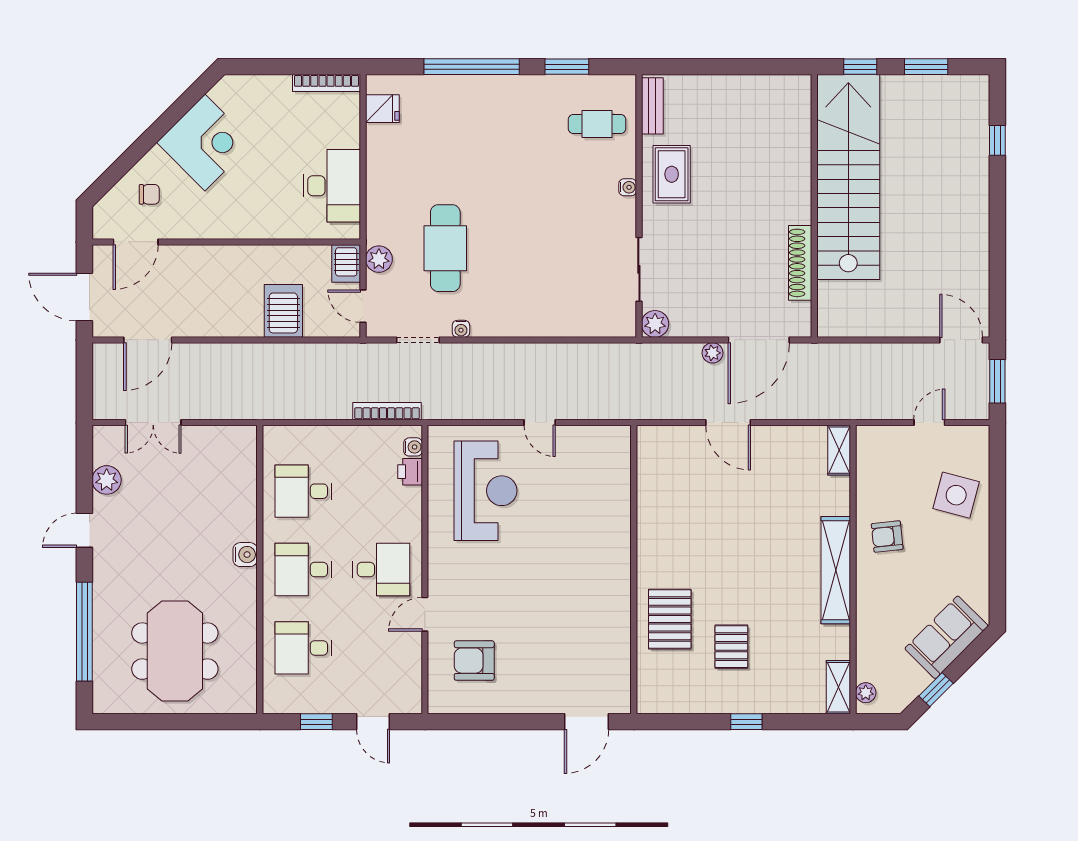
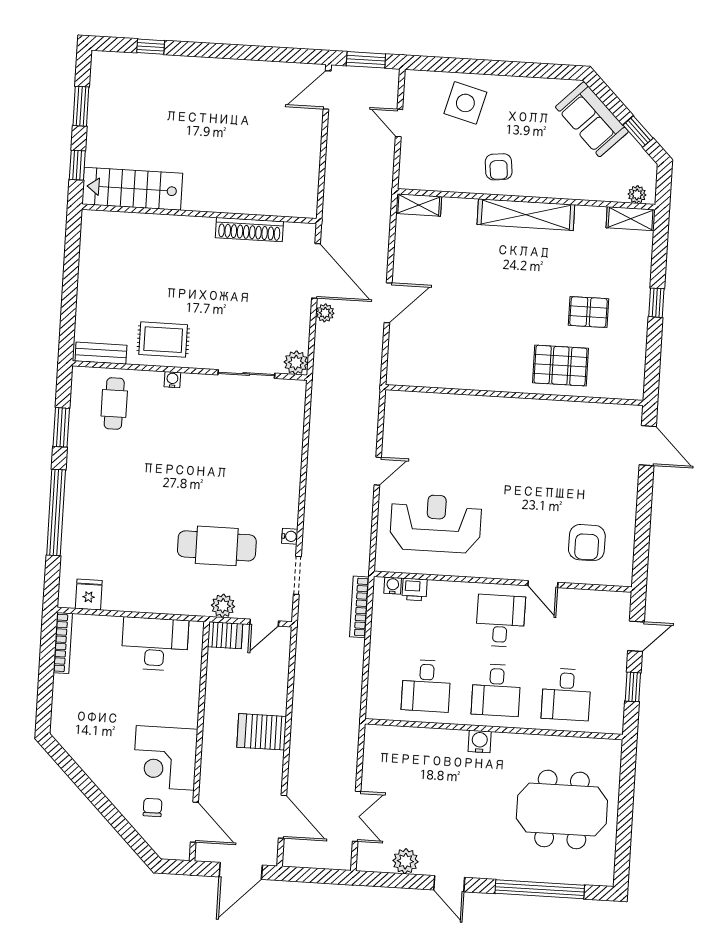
corner desk: (205, 142) -> (165, 758), moved, turned -135
stairs: (848, 177) -> (132, 189), width x0.54, depth x0.66
server rack: (283, 311) -> (262, 732), moved

